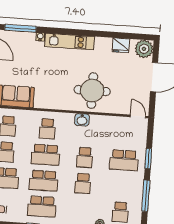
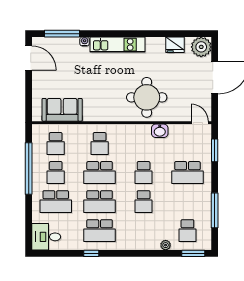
washbasin: (82, 120) -> (160, 131), moved
window: (148, 159) -> (215, 150), moved

